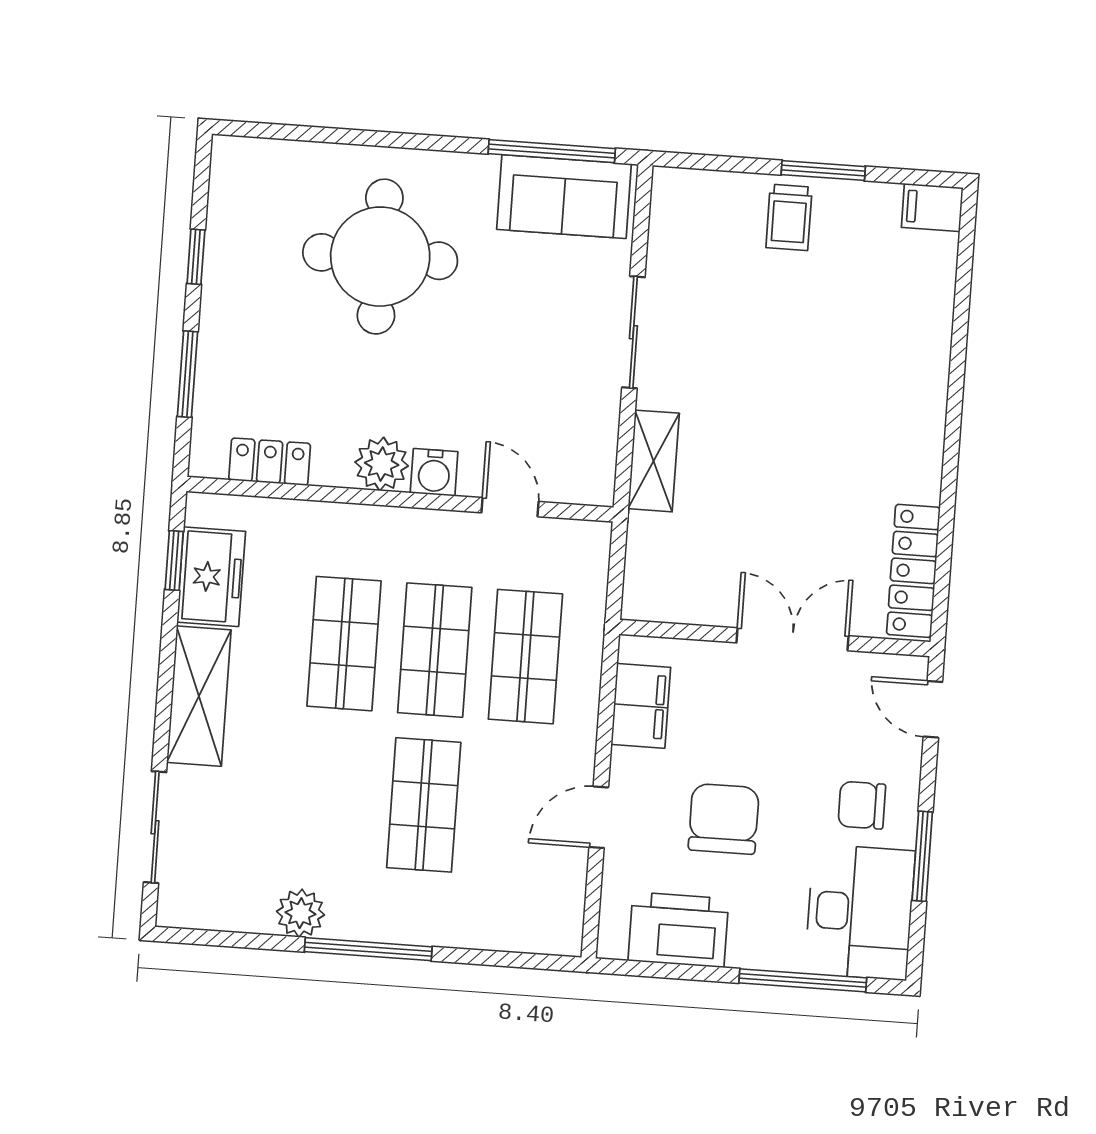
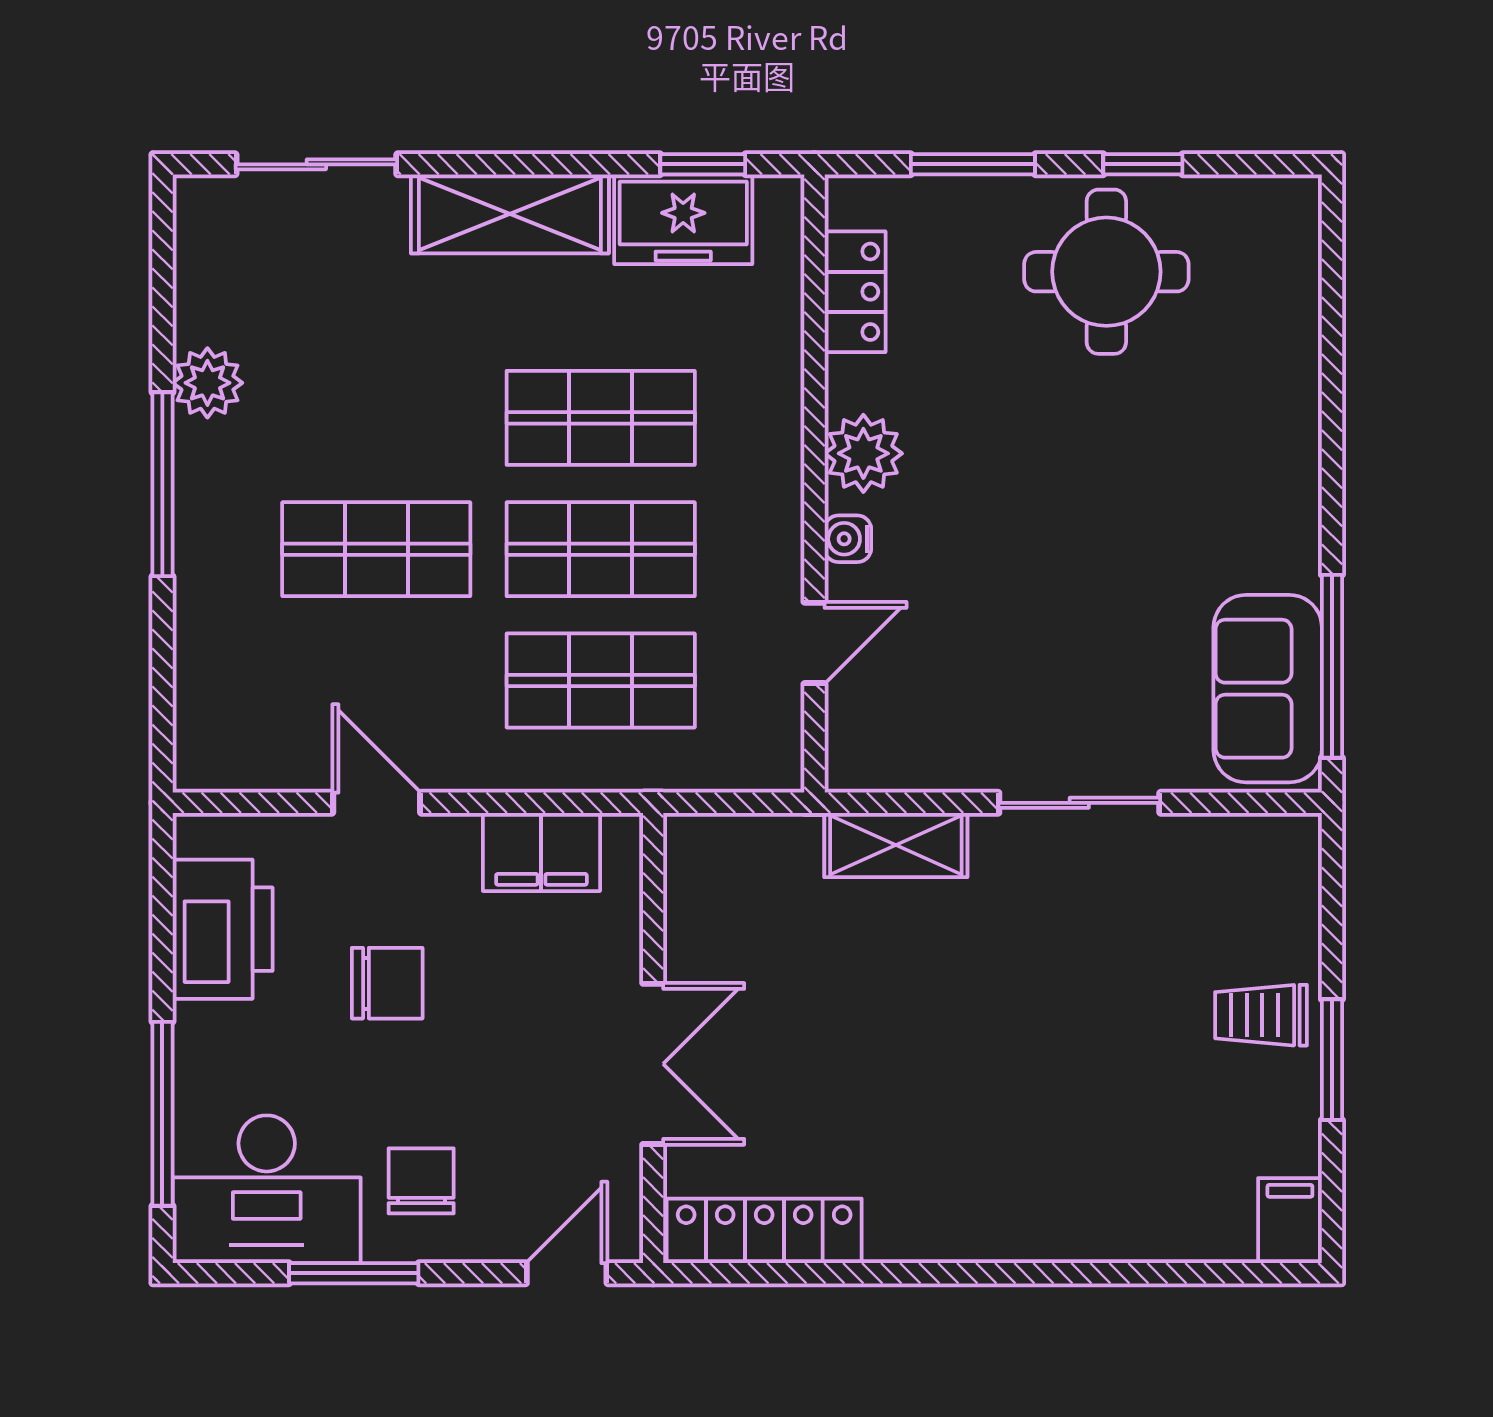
round table: (380, 257) -> (1106, 272), moved, width x0.73, depth x0.73
water cooler: (434, 472) -> (848, 539), width x0.72, depth x0.72
chair: (724, 819) -> (387, 983), width x0.73, depth x0.73

